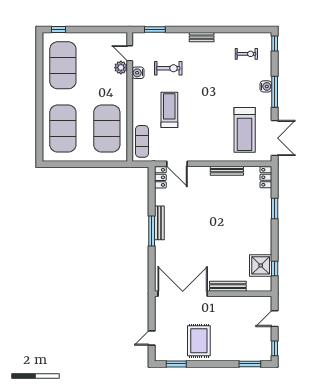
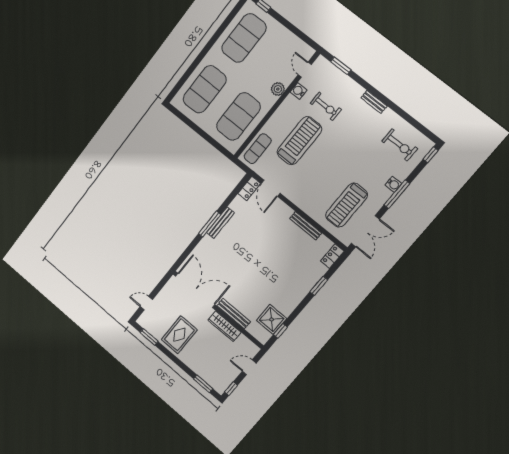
exercise bike: (246, 54) -> (400, 145), width x1.38, depth x1.39
plant: (121, 68) -> (278, 89), moved
treadmill: (169, 110) -> (299, 141), width x1.37, depth x1.38
wardrobe: (229, 303) -> (224, 326), added

